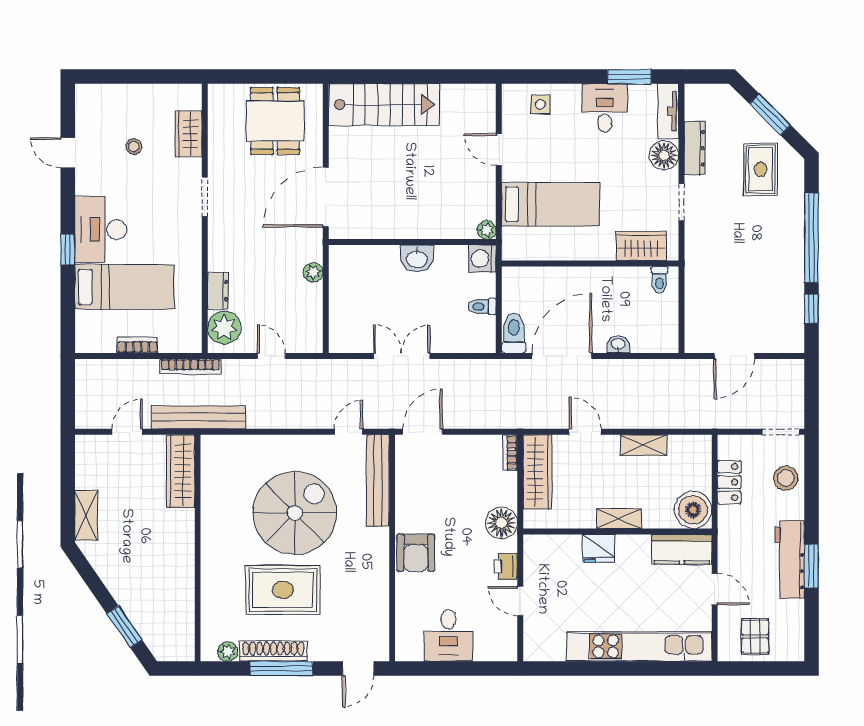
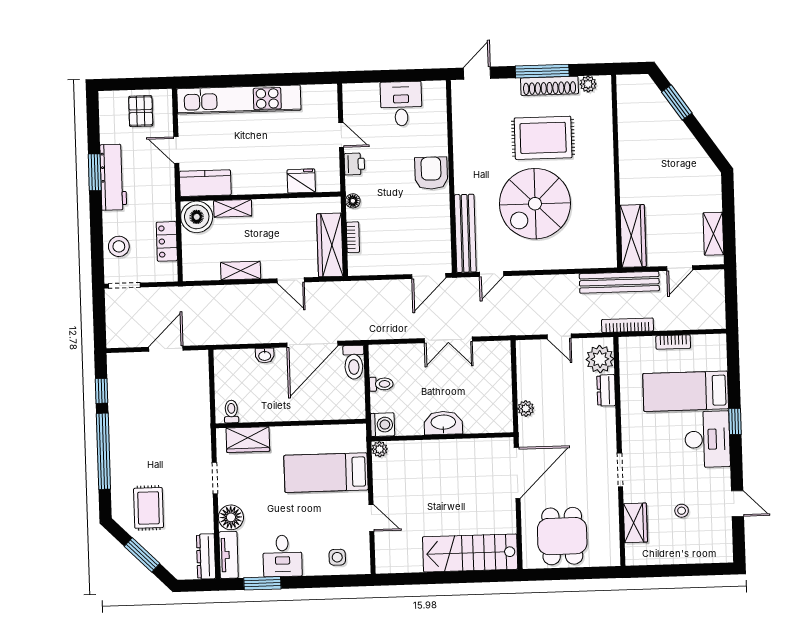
dresser: (695, 148) -> (206, 556), moved
washbasin: (417, 259) -> (443, 423), width x1.38
bookcase: (510, 453) -> (353, 237), moved
shelving: (86, 515) -> (713, 234), moved
shelving: (619, 519) -> (233, 208), moved
floor lamp: (501, 523) -> (353, 201), width x0.53, depth x0.53
fridge: (598, 548) -> (301, 181), moved

